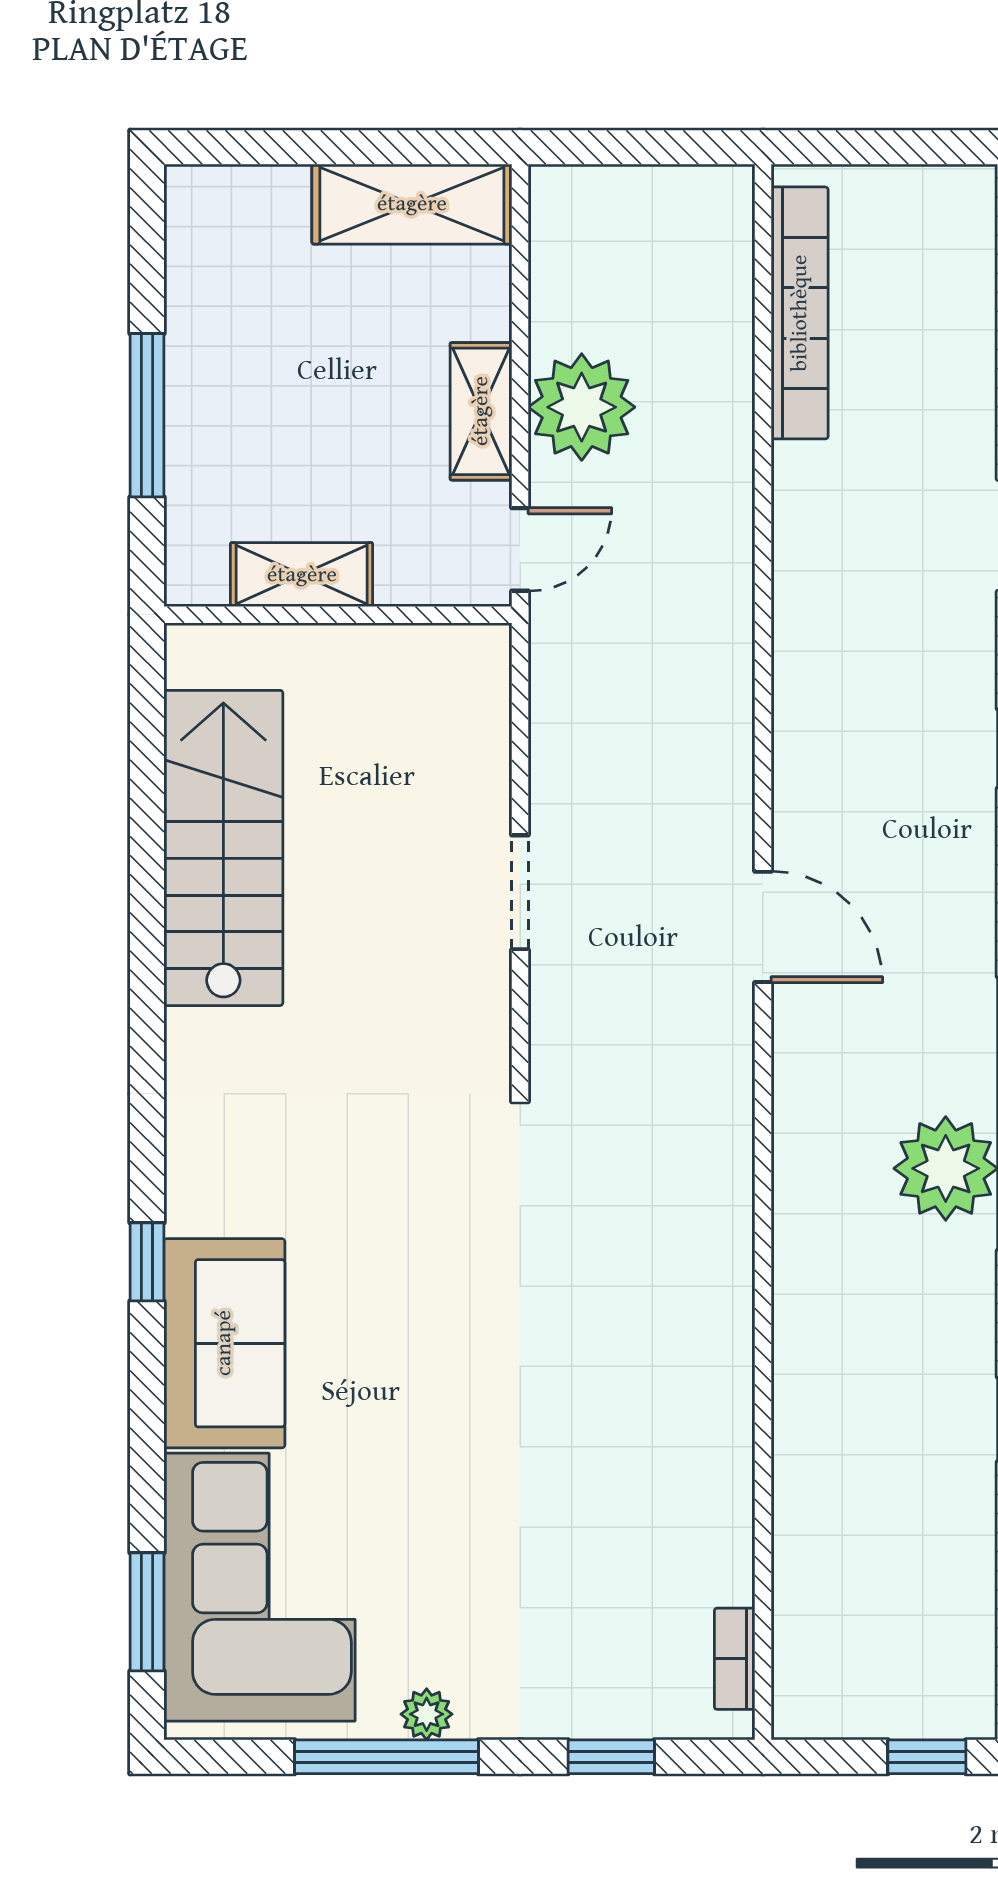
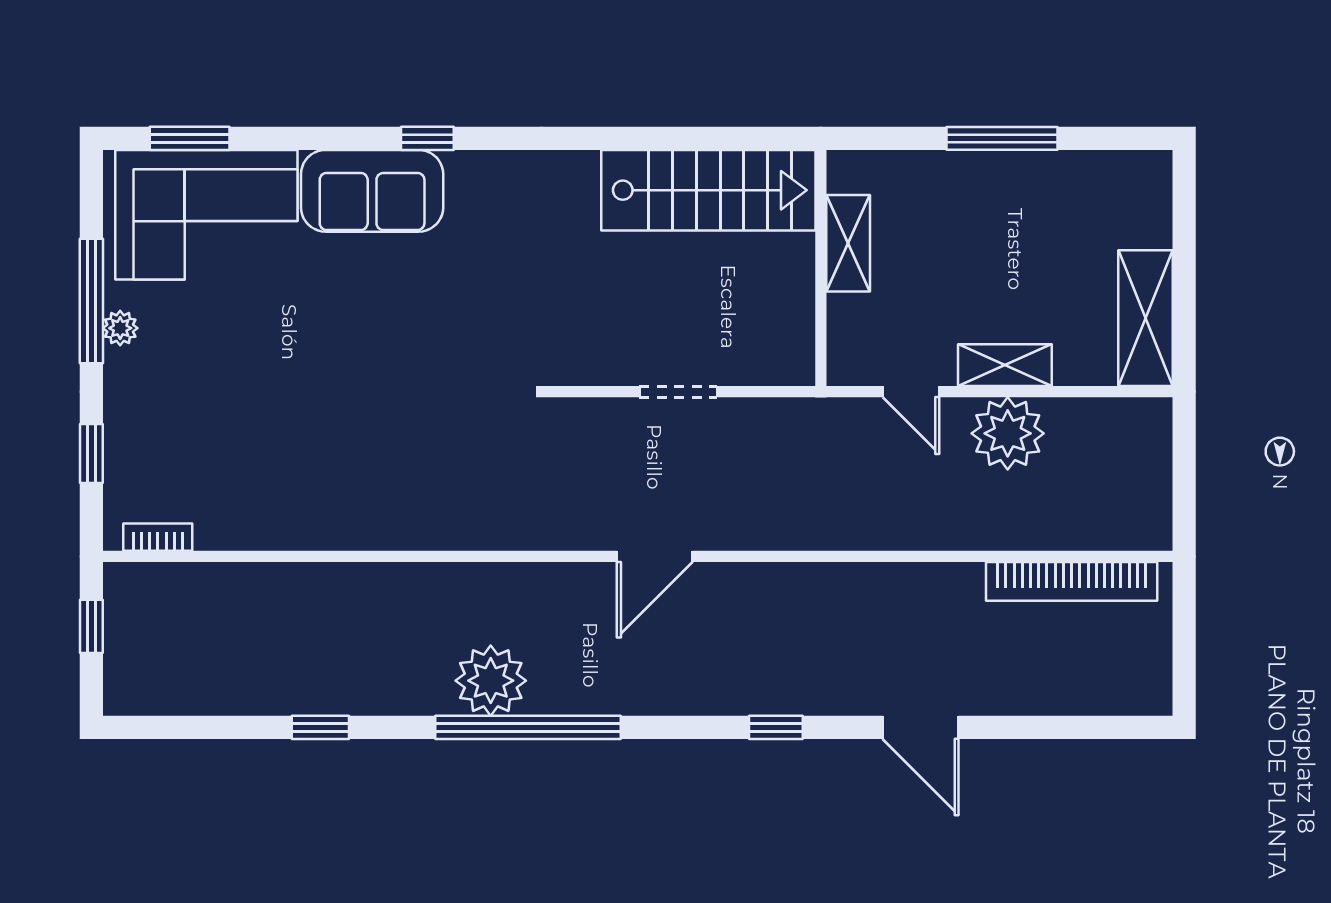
shelving: (302, 575) -> (848, 243), moved
wall: (338, 615) -> (821, 268), moved
window: (927, 1757) -> (91, 626), moved

